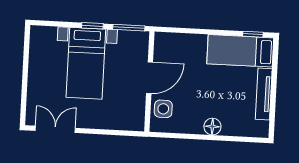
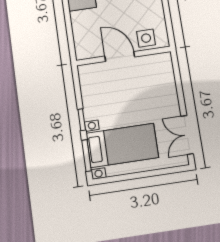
window: (129, 28) -> (87, 156), moved
bed with nightstands: (86, 63) -> (122, 145), moved

